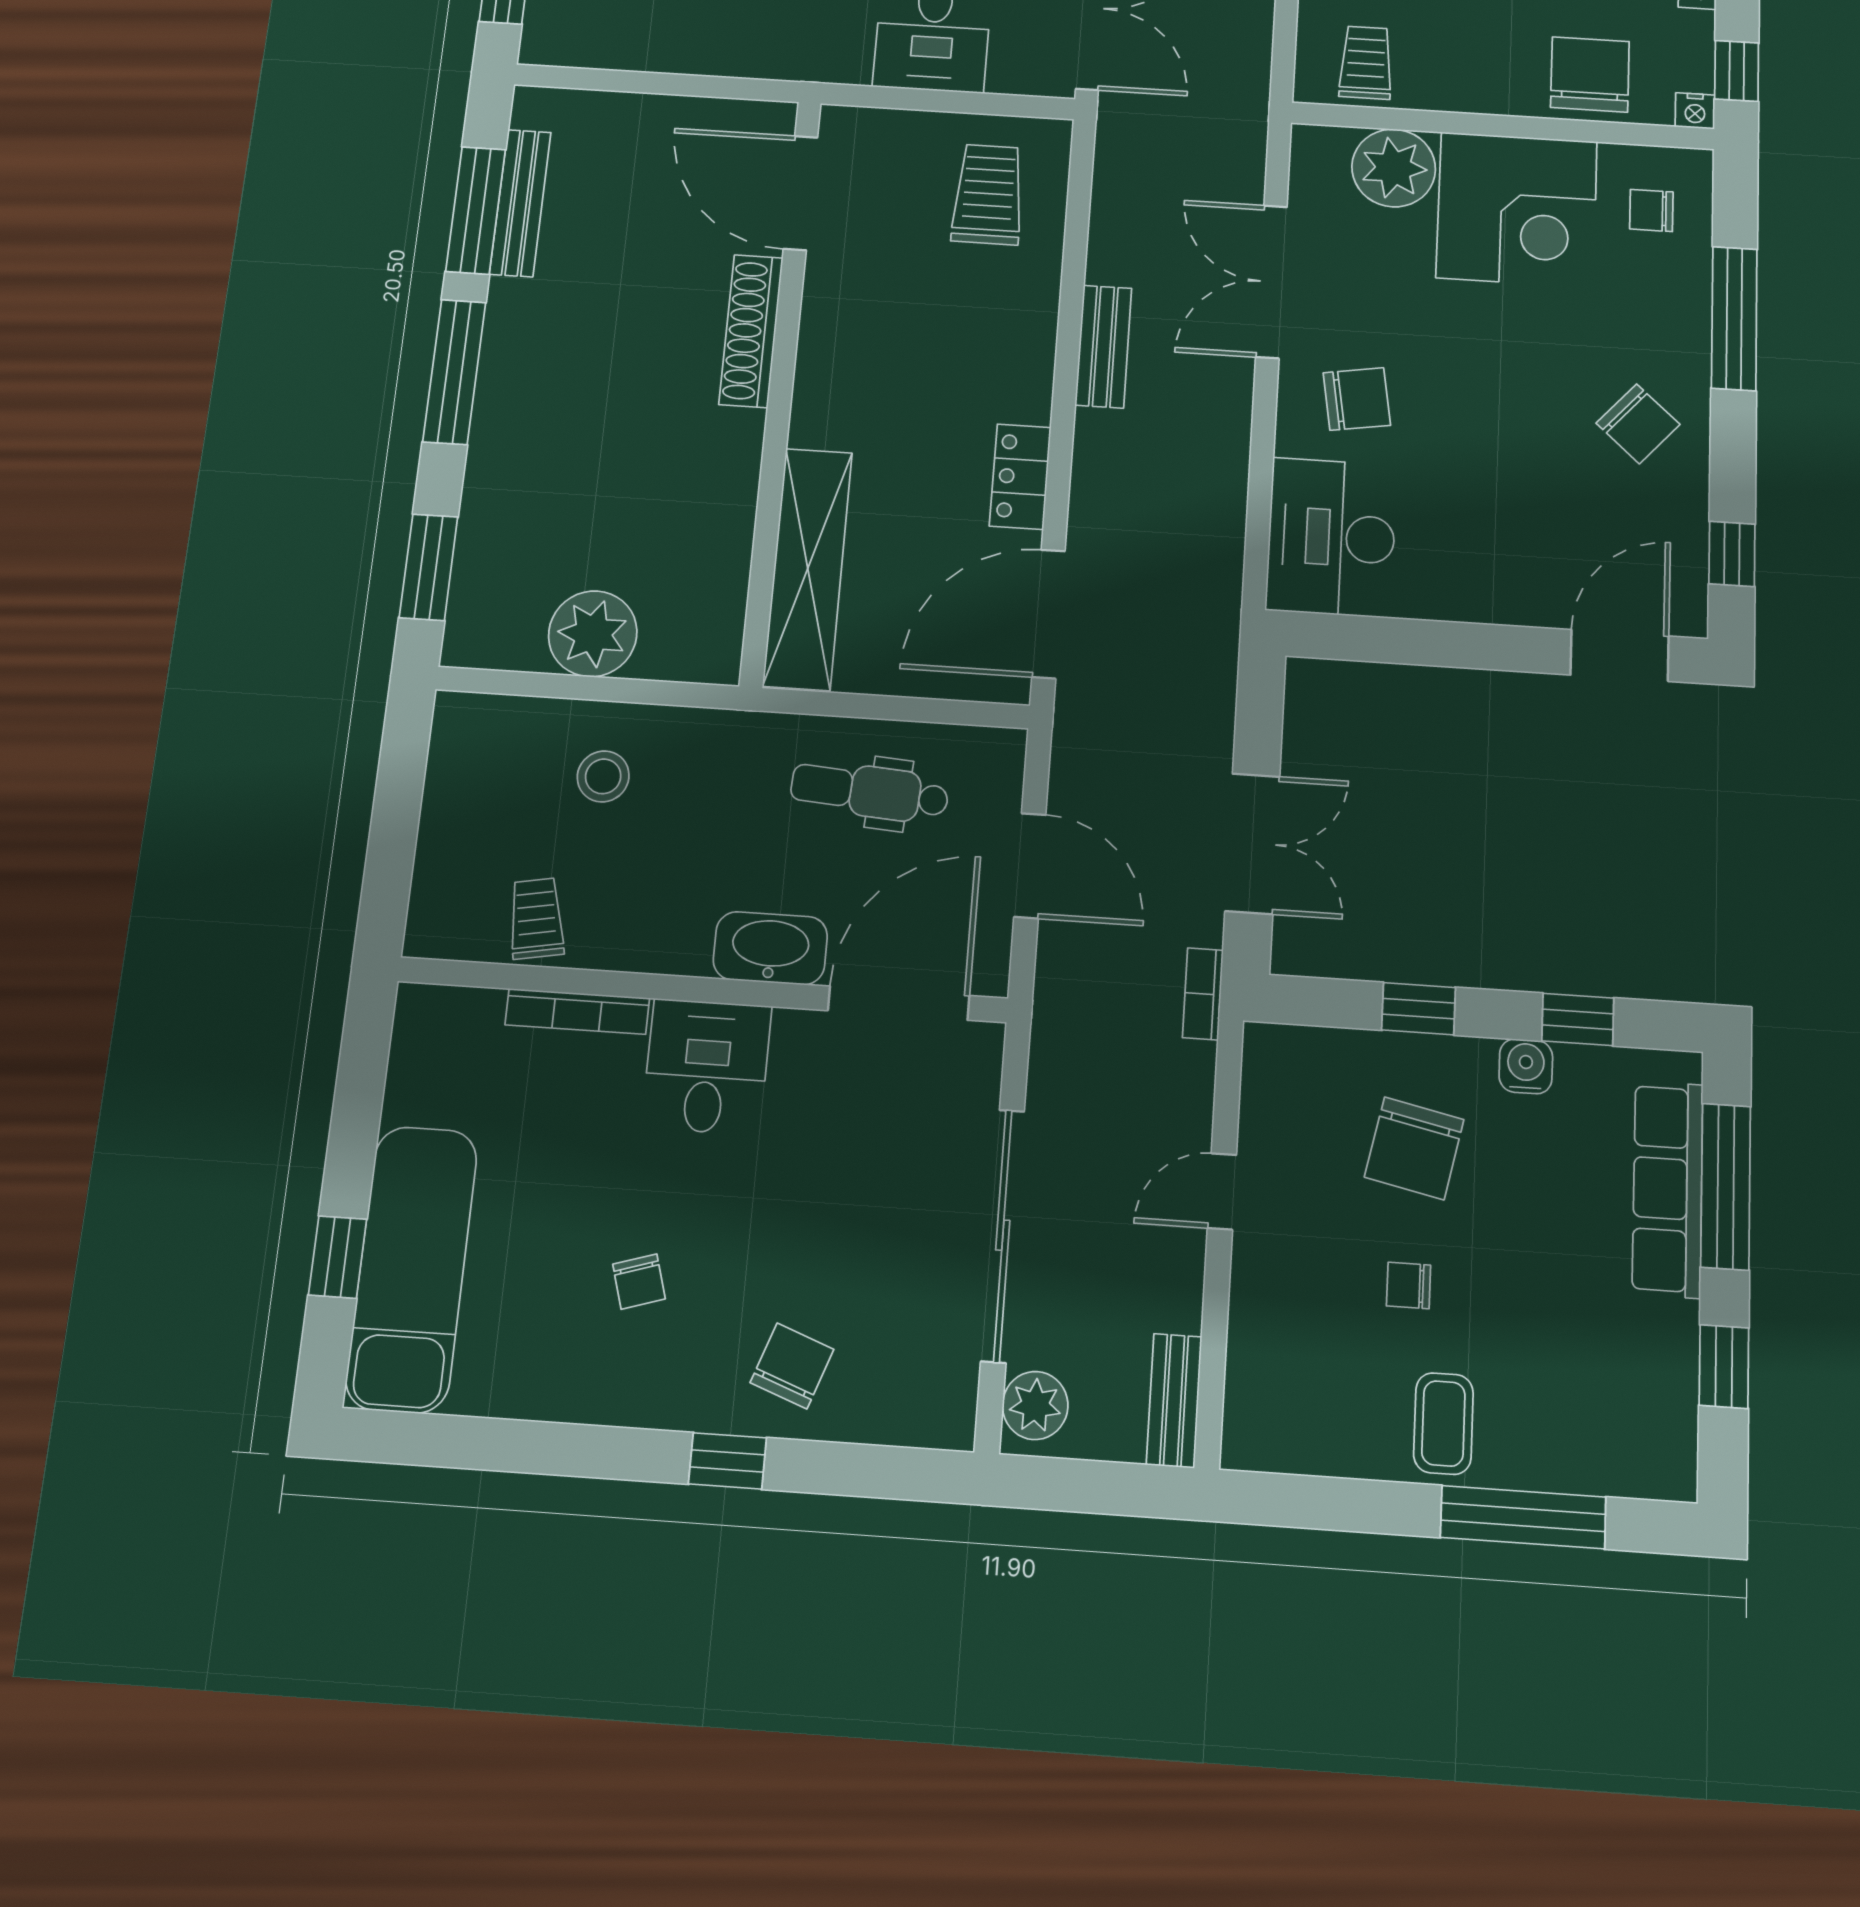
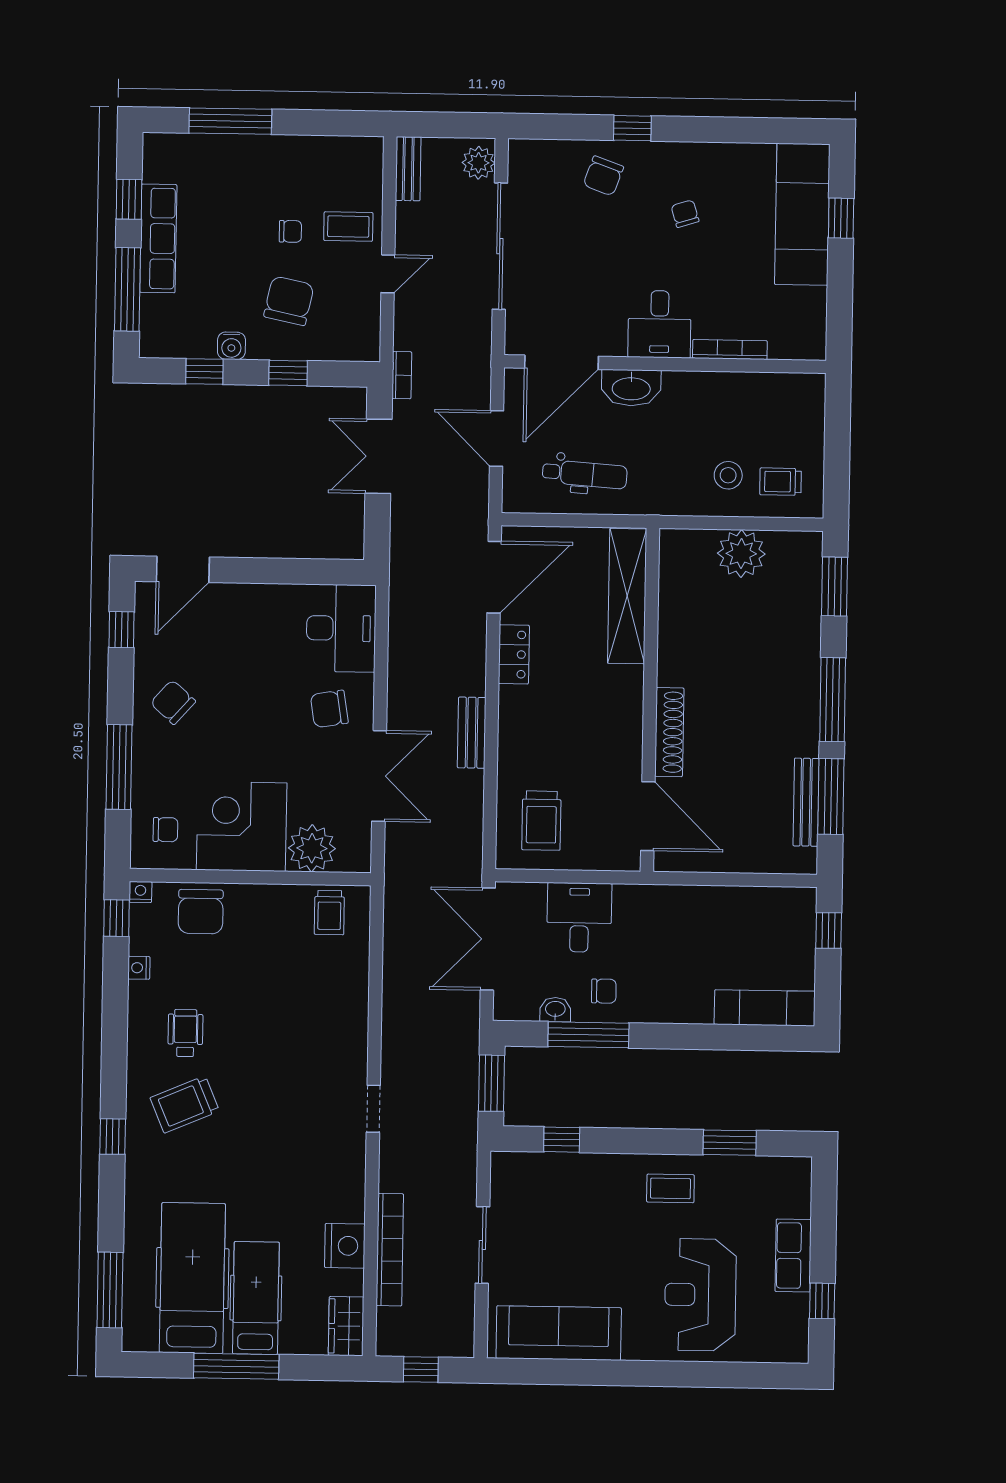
trolley: (536, 918) -> (780, 482), moved, turned 100
row of seats: (1668, 1189) -> (158, 238), moved
coffee table: (1443, 1424) -> (348, 226), moved, turned 90

